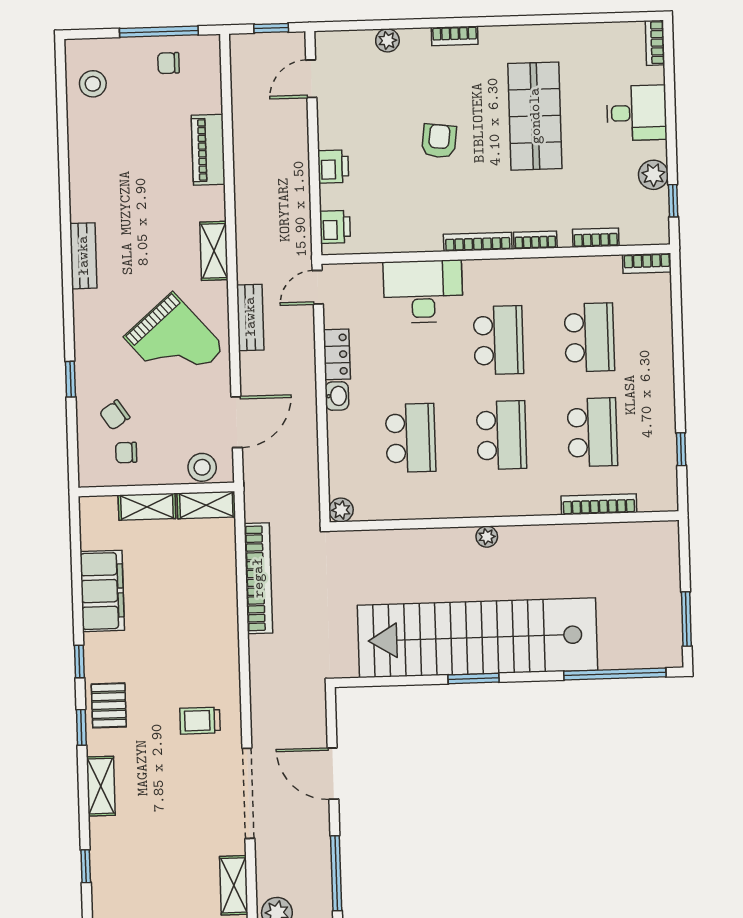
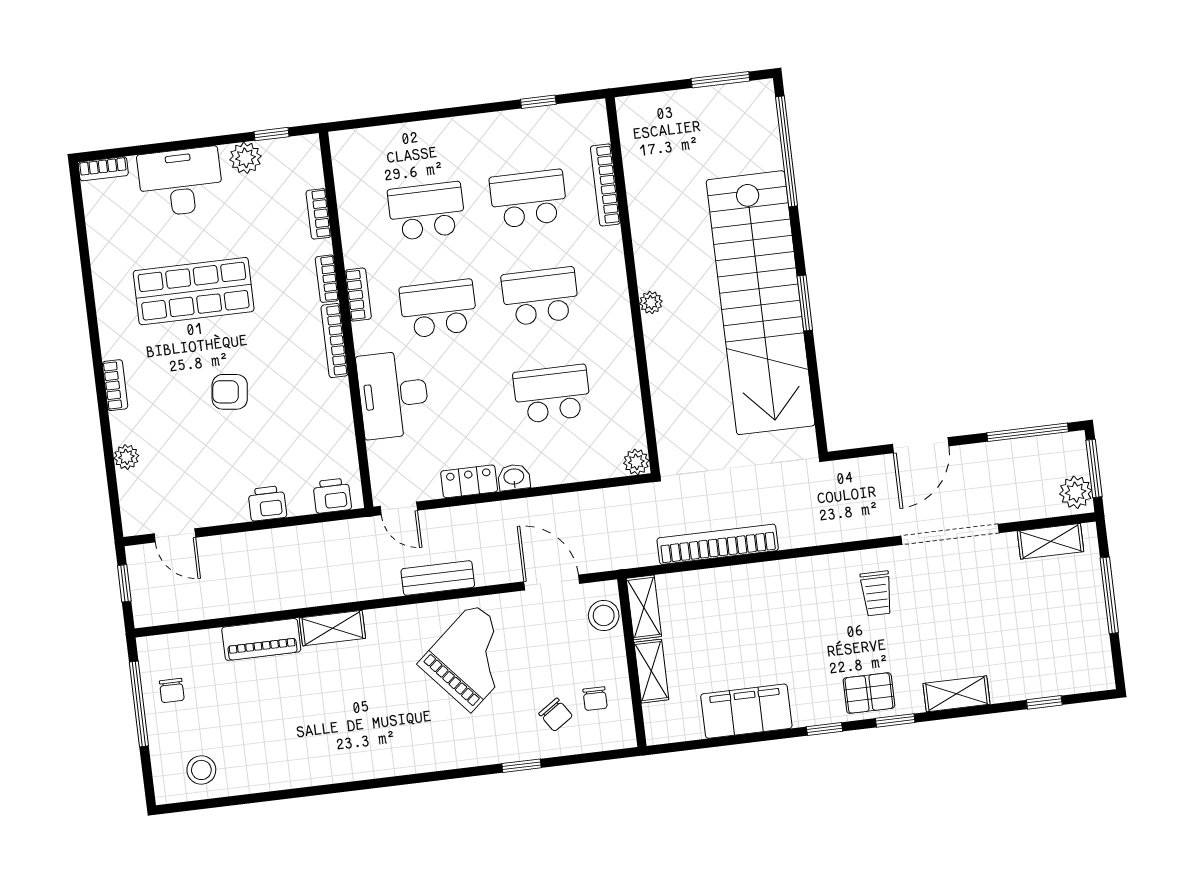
desk: (637, 113) -> (180, 182), width x1.37
shelving: (214, 251) -> (332, 628), moved
bench: (83, 256) -> (387, 764), removed
bookcase: (647, 263) -> (358, 295), moved

